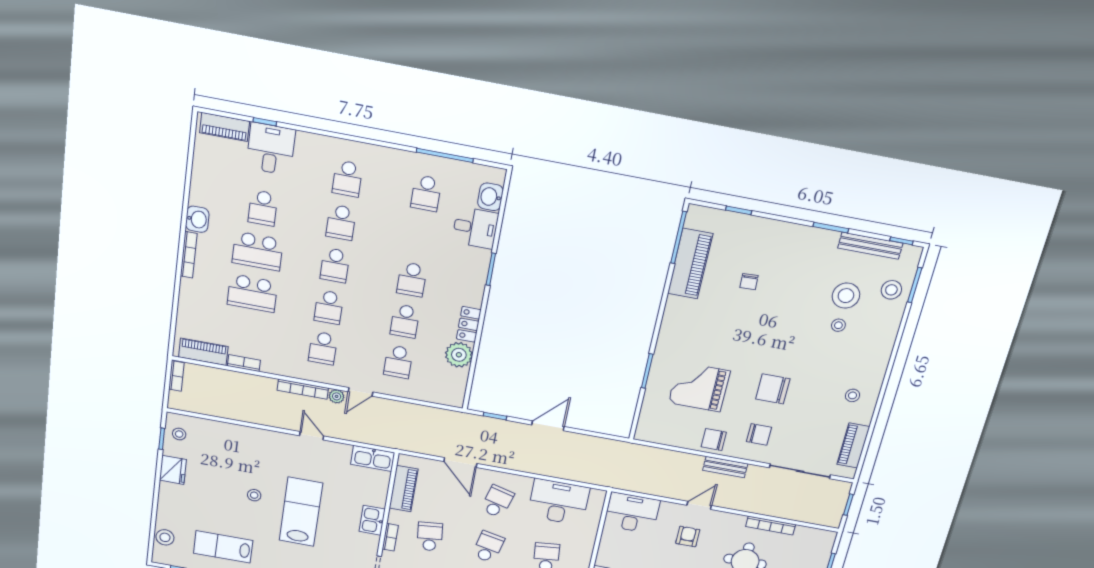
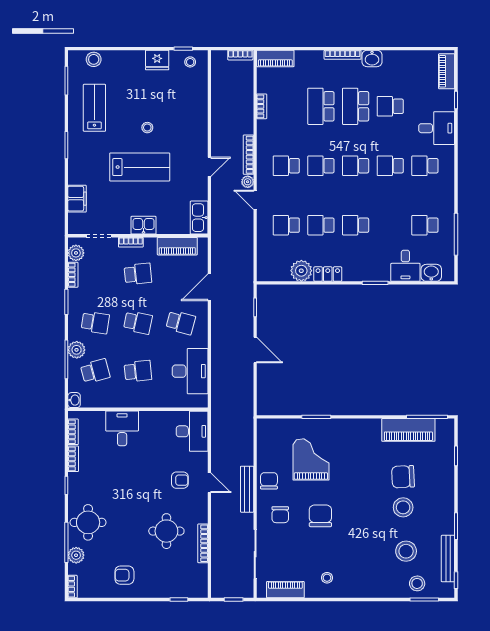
desk: (271, 149) -> (437, 128), moved
chair: (749, 282) -> (403, 477), width x1.87, depth x1.87
stool: (838, 325) -> (403, 507), moved, width x1.89, depth x1.89
piano: (203, 352) -> (275, 58), moved, turned 90
bench: (725, 467) -> (247, 489), width x1.36

